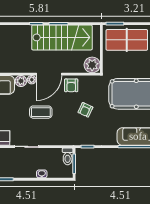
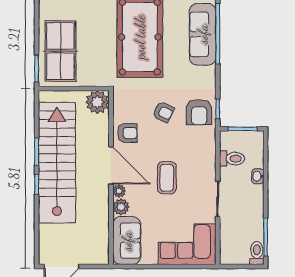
stairs: (62, 37) -> (57, 163), width x1.36
armchair: (85, 134) -> (199, 112), added
toilet: (68, 156) -> (232, 159), moved

